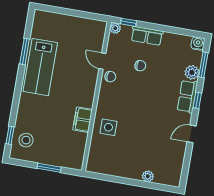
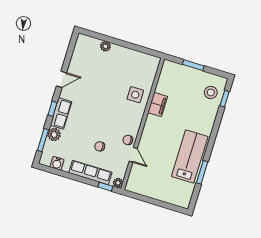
row of seats: (147, 36) -> (90, 173), width x1.48
water cooler: (198, 43) -> (57, 163), moved

